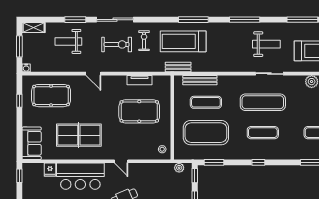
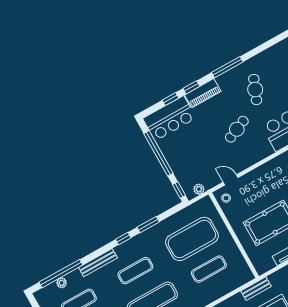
bench: (200, 80) -> (98, 263), moved
door: (121, 161) -> (231, 180), moved
window: (214, 162) -> (148, 225), moved

